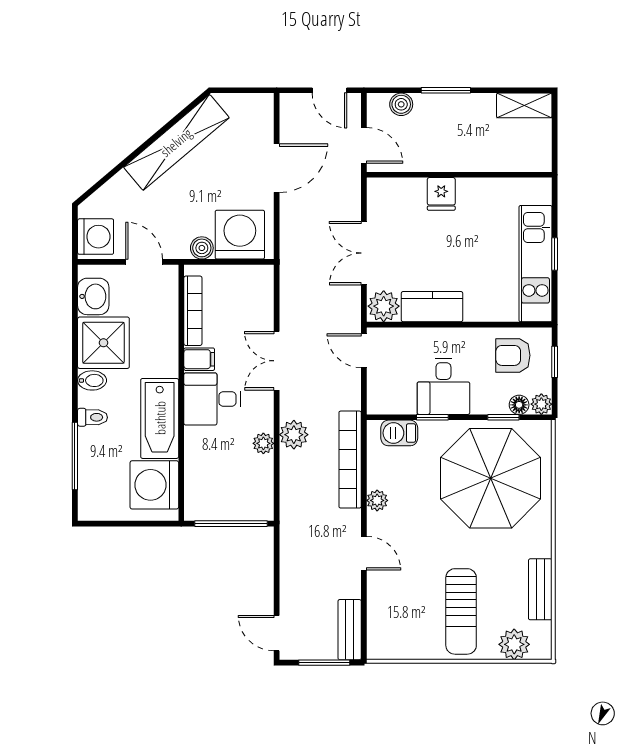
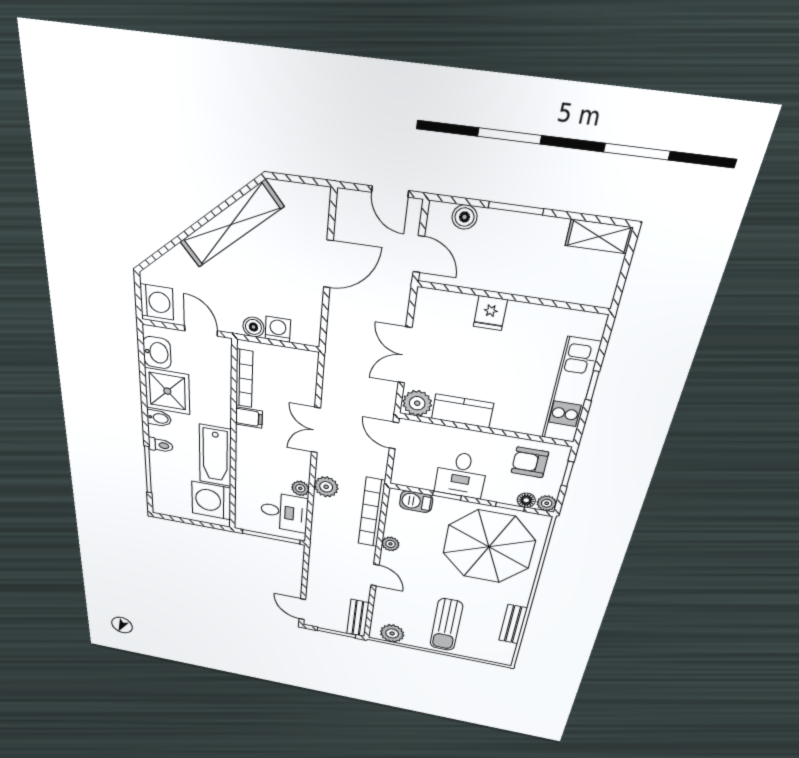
washing machine: (240, 235) -> (278, 329), width x0.53, depth x0.53
desk: (212, 399) -> (284, 512), moved, turned 180
plant: (514, 644) -> (392, 633), moved

